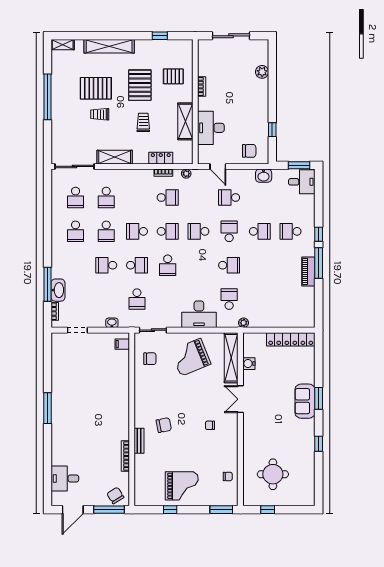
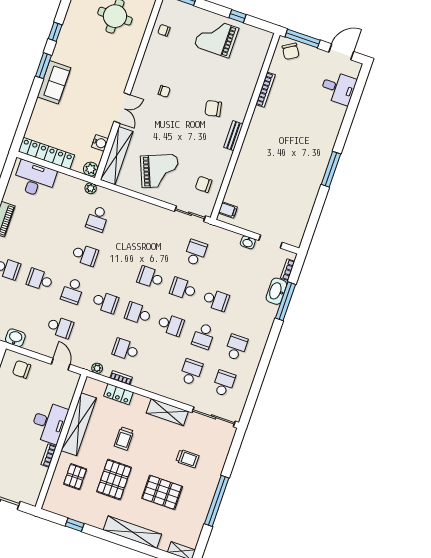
pallet: (173, 76) -> (75, 477), turned 90
trolley: (100, 114) -> (187, 459), moved
shelving: (185, 121) -> (79, 424), width x1.47
desk: (211, 128) -> (49, 423), moved
school desk: (106, 231) -> (203, 336), turned 180
school desk: (168, 265) -> (150, 277), turned -90
school desk: (229, 265) -> (85, 255), turned 180
desk: (199, 314) -> (35, 179), moved
washbasin: (112, 323) -> (248, 242), moved
plant: (249, 339) -> (91, 169), added
window: (319, 398) -> (43, 66), moved
bench: (139, 441) -> (233, 136), moved

